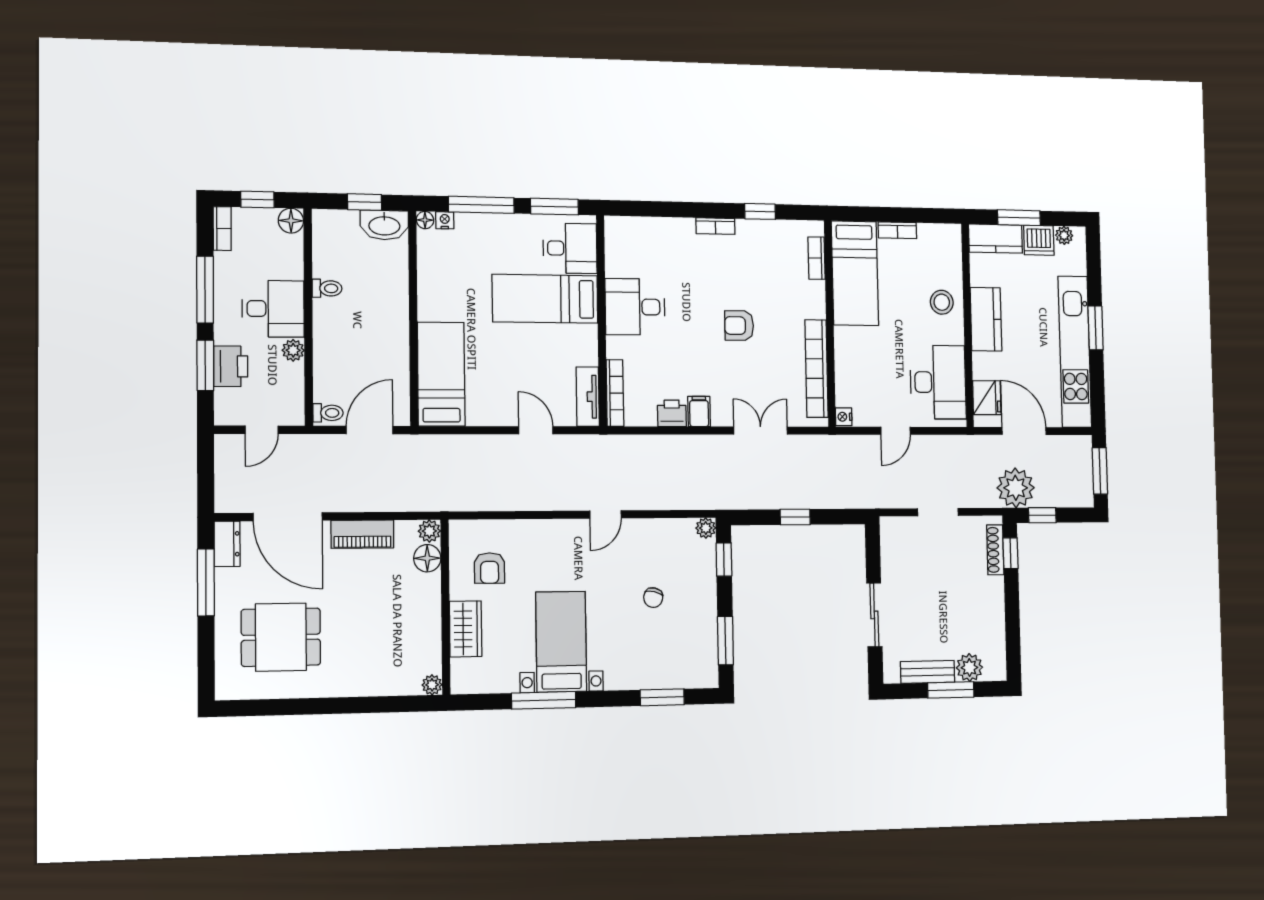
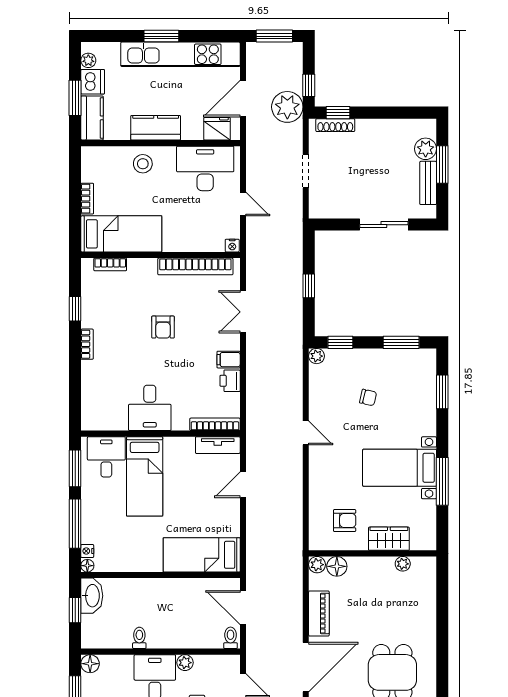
plant: (432, 685) -> (403, 564), moved

